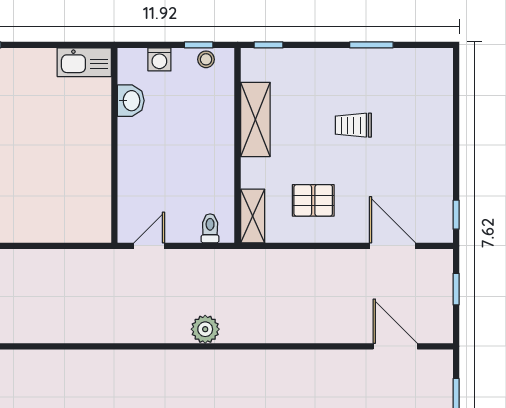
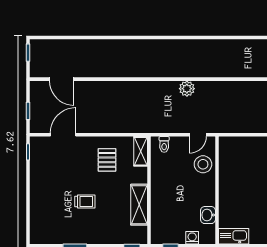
stool: (206, 59) -> (203, 164), moved, width x1.89, depth x1.89
pallet: (313, 200) -> (107, 160), turned 90
door: (393, 246) -> (63, 135), swing flipped
plant: (205, 329) -> (187, 89), moved

